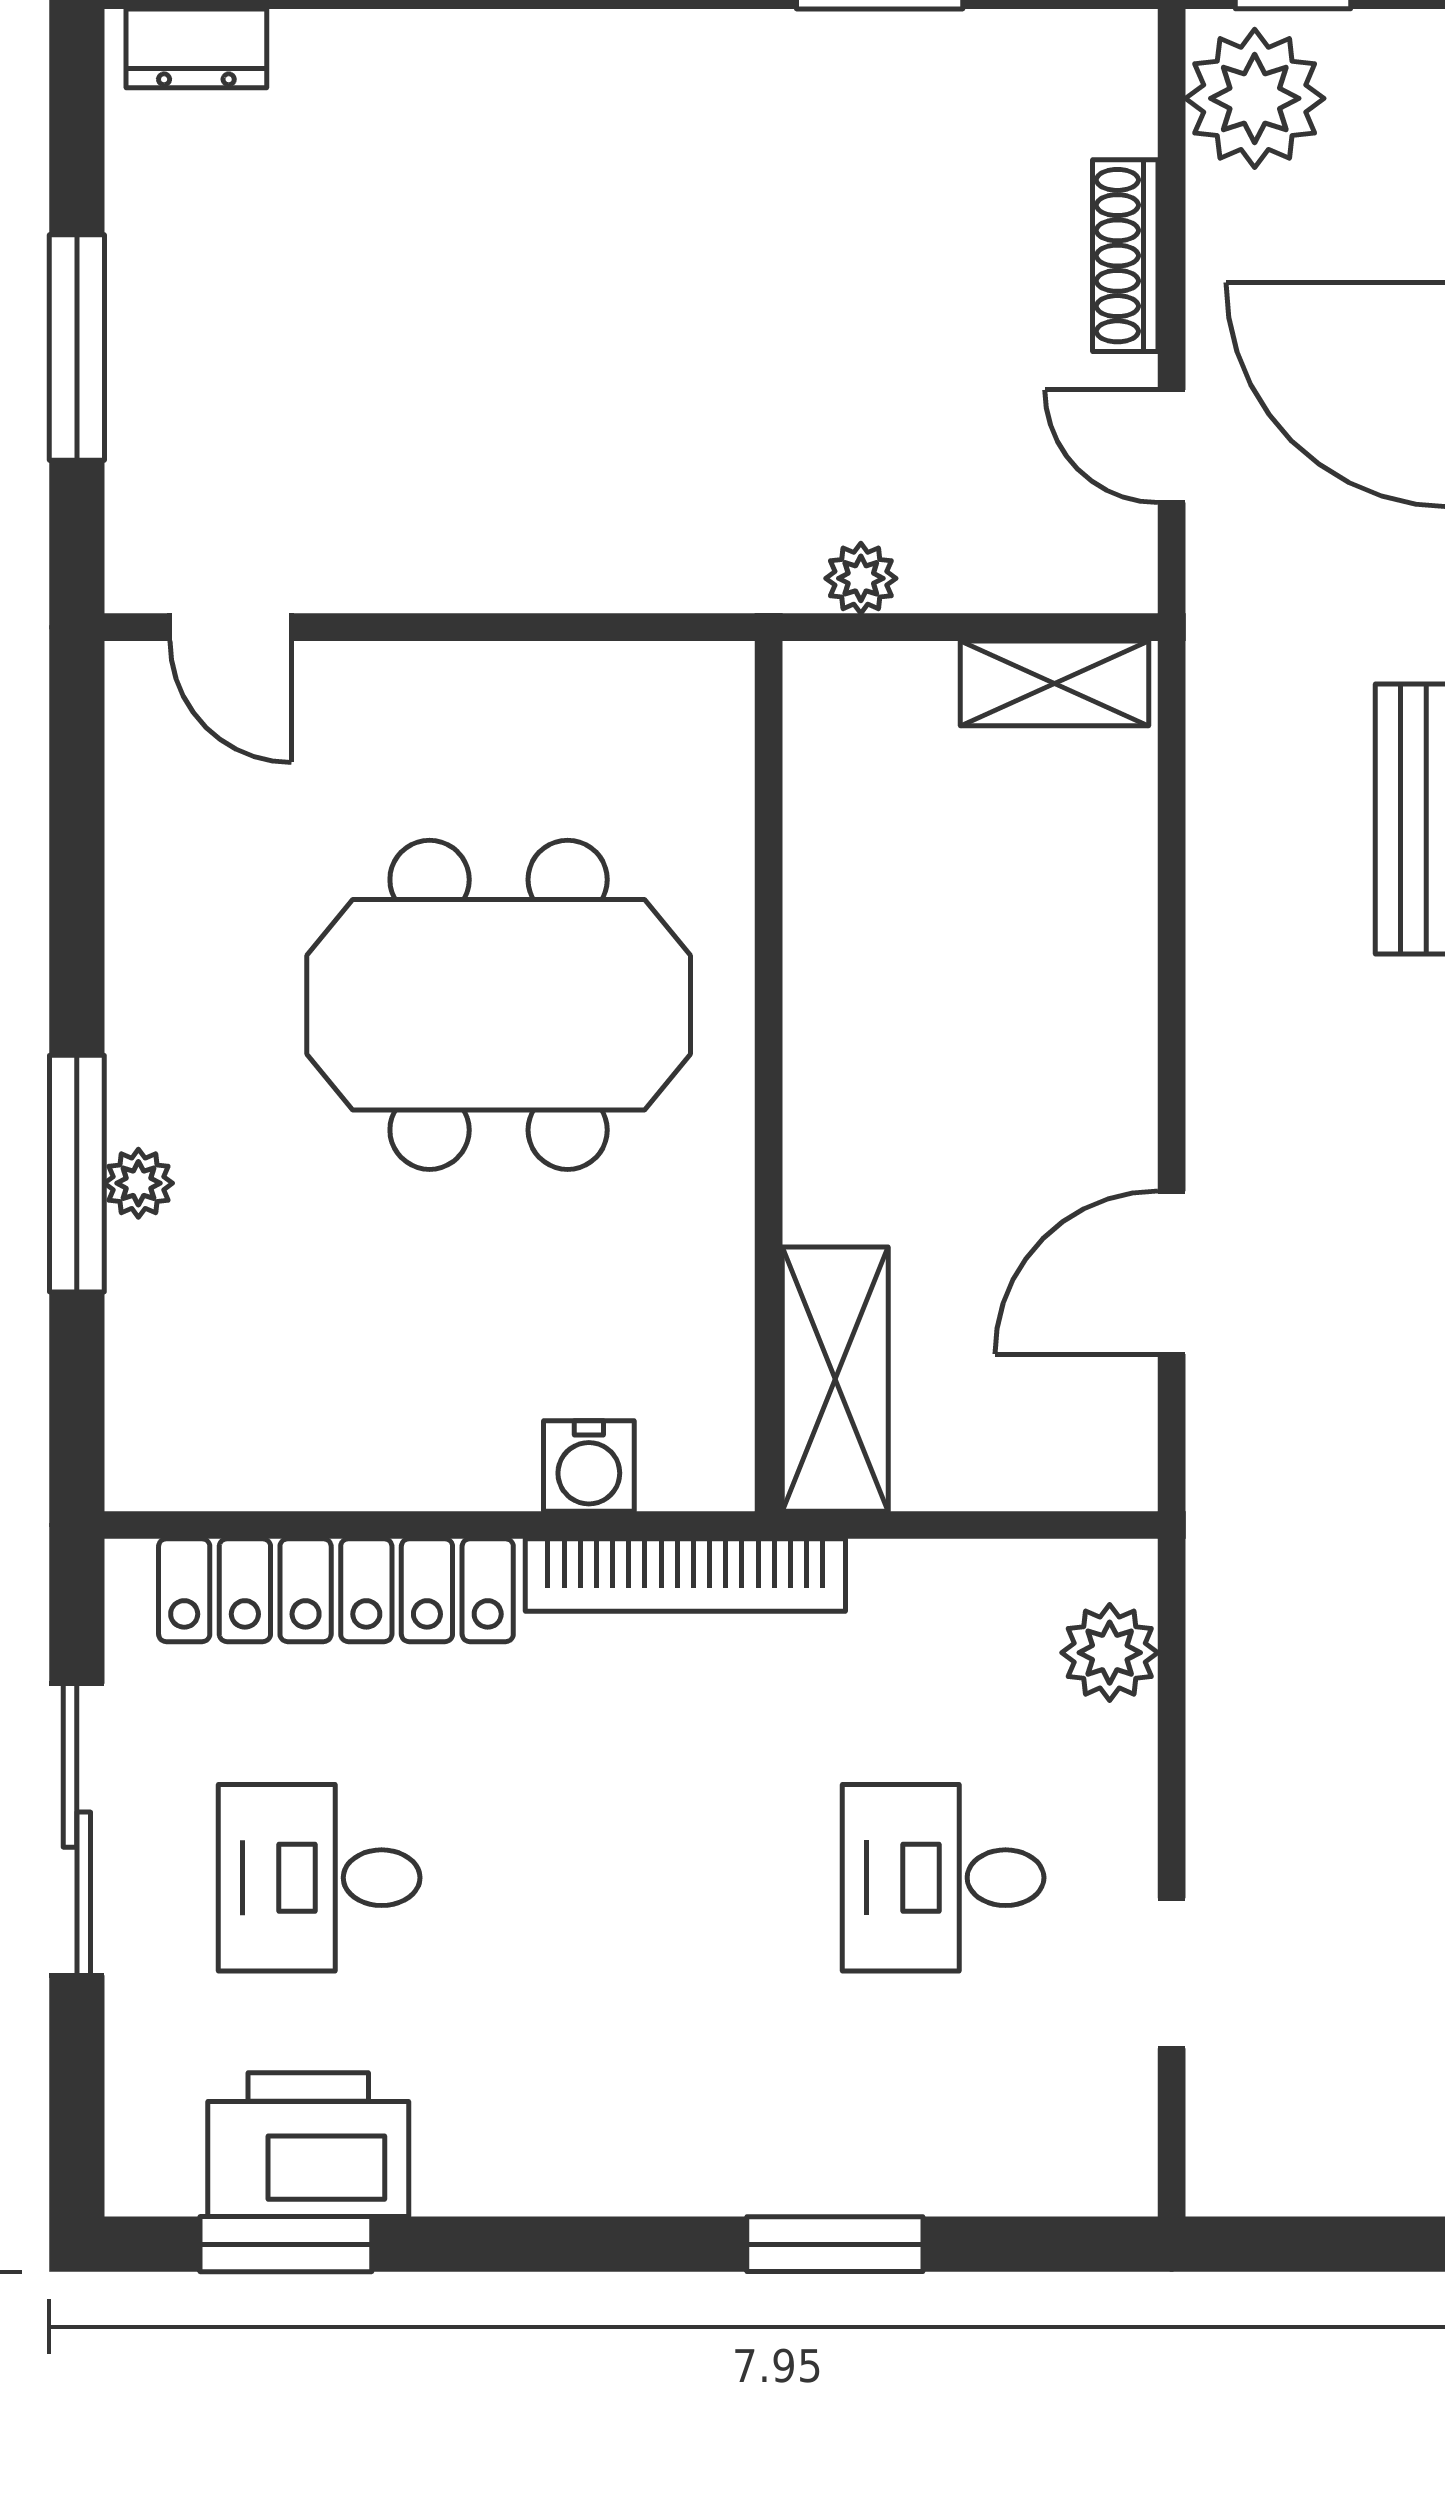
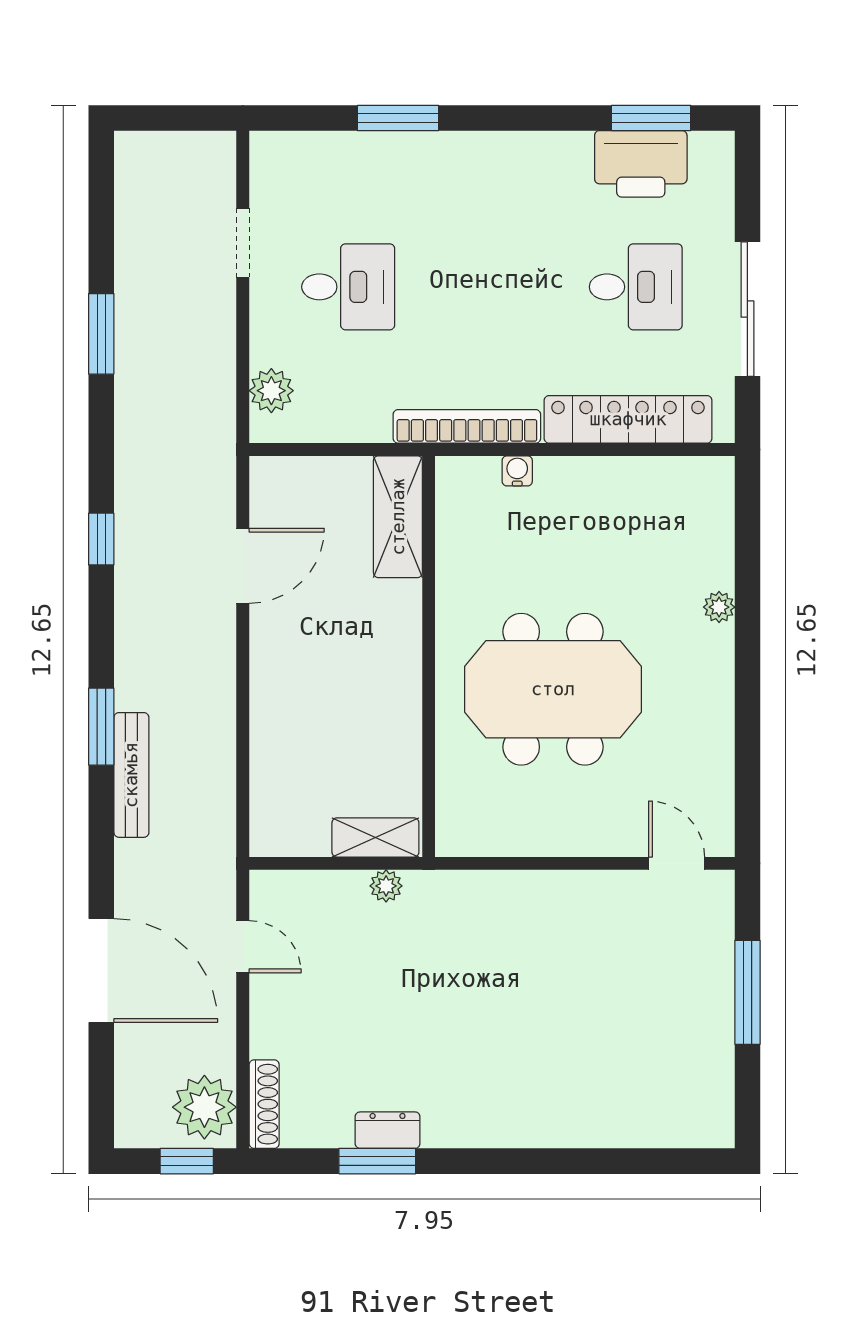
dresser: (196, 48) -> (388, 1130), moved
shoe rack: (1125, 256) -> (264, 1104), moved
shelving: (1055, 683) -> (375, 837), moved
window: (77, 1174) -> (747, 611), removed
water cooler: (589, 1466) -> (517, 471), width x0.72, depth x0.72

